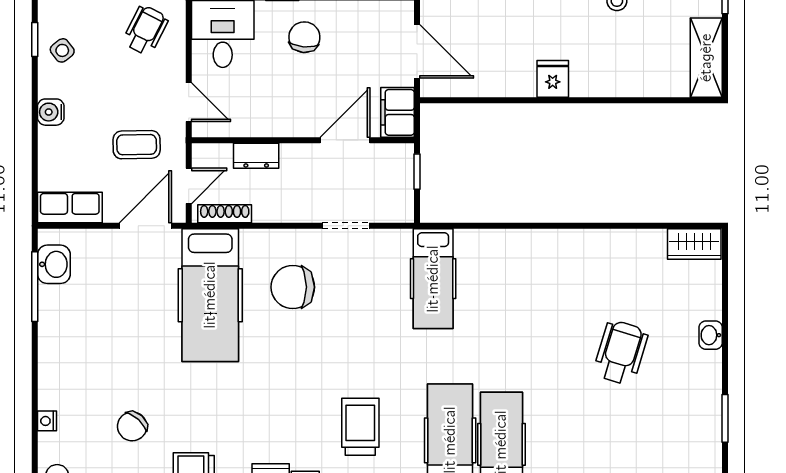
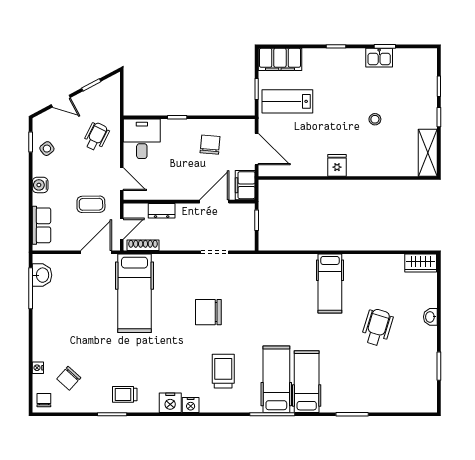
chair: (304, 37) -> (210, 145), moved
row of seats: (70, 207) -> (41, 225), moved, turned 90
hospital bed: (433, 279) -> (330, 283), moved
chair: (293, 287) -> (208, 312), moved
chair: (132, 426) -> (69, 378), moved

